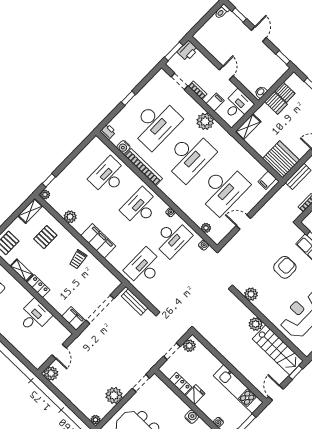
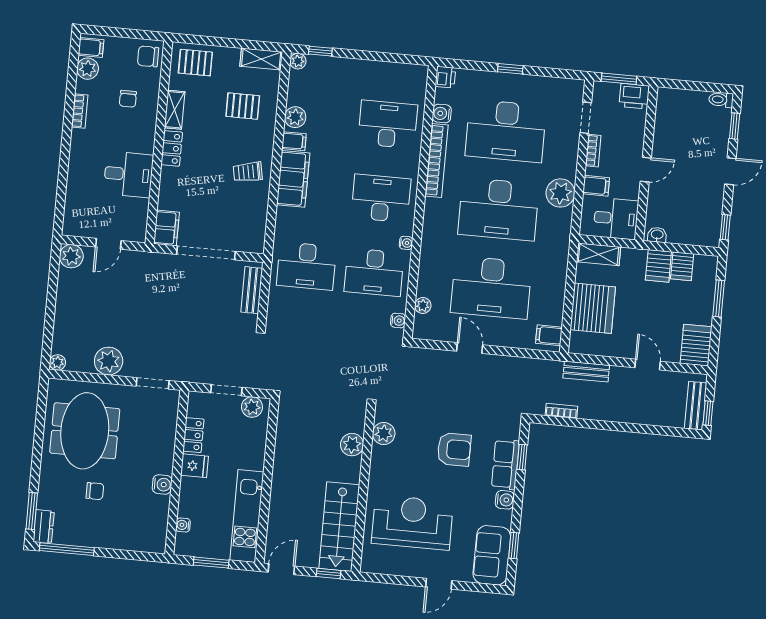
server rack: (281, 159) -> (593, 308), moved
filing cabinet: (81, 226) -> (294, 141), added
desk: (144, 267) -> (306, 266), turned 180
plant: (256, 324) -> (352, 445), moved

